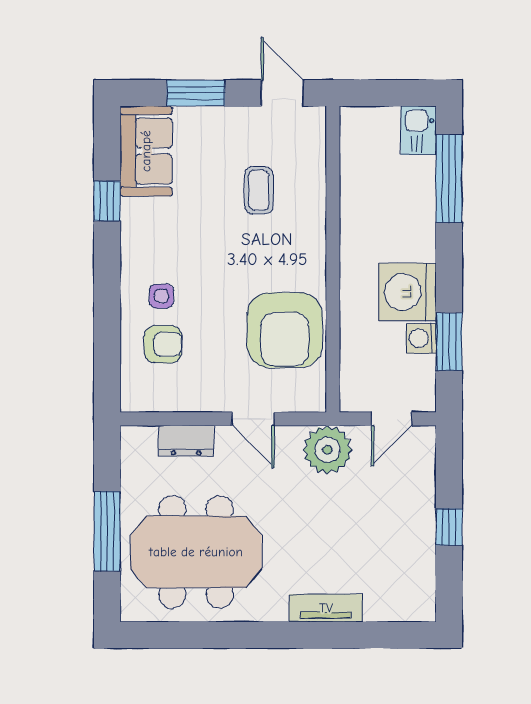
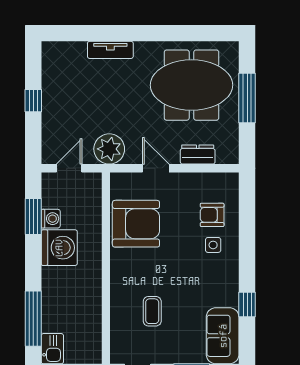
armchair: (285, 330) -> (136, 224), turned 90

